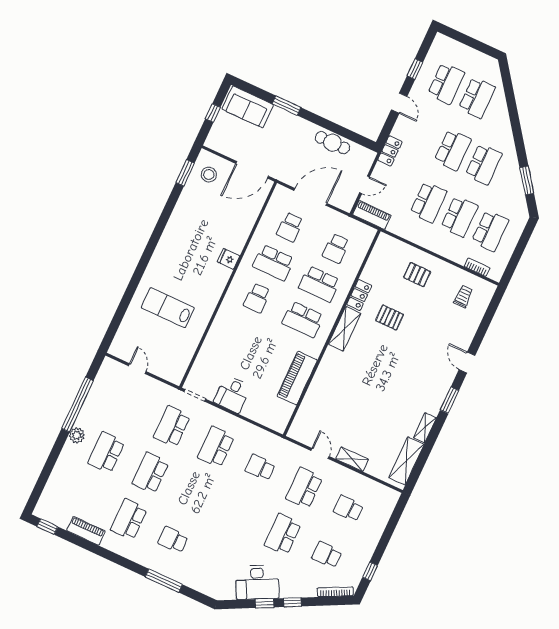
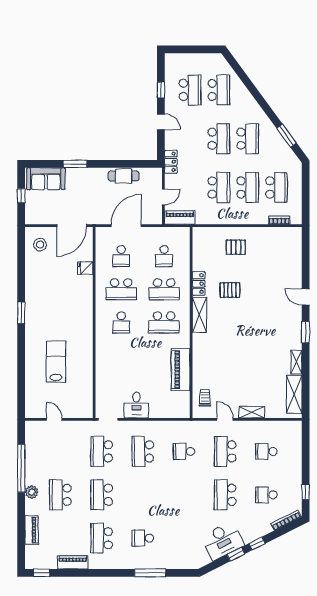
window: (185, 173) -> (21, 313), moved
fridge: (229, 259) -> (85, 268), moved
trolley: (463, 296) -> (205, 398), moved
lab bench: (168, 308) -> (56, 362), turned 90
piano: (58, 476) -> (32, 530), added

